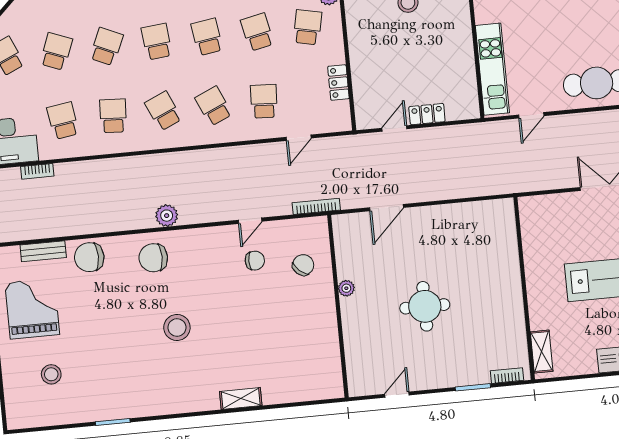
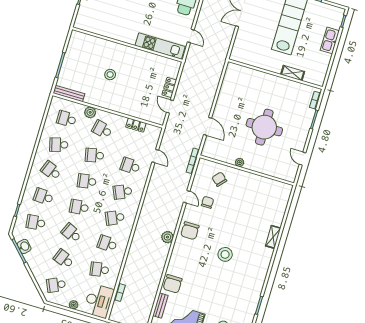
chair: (153, 258) -> (190, 231), moved
round table: (425, 306) -> (264, 127), width x1.36, depth x1.36
shelving: (542, 352) -> (293, 73), moved

